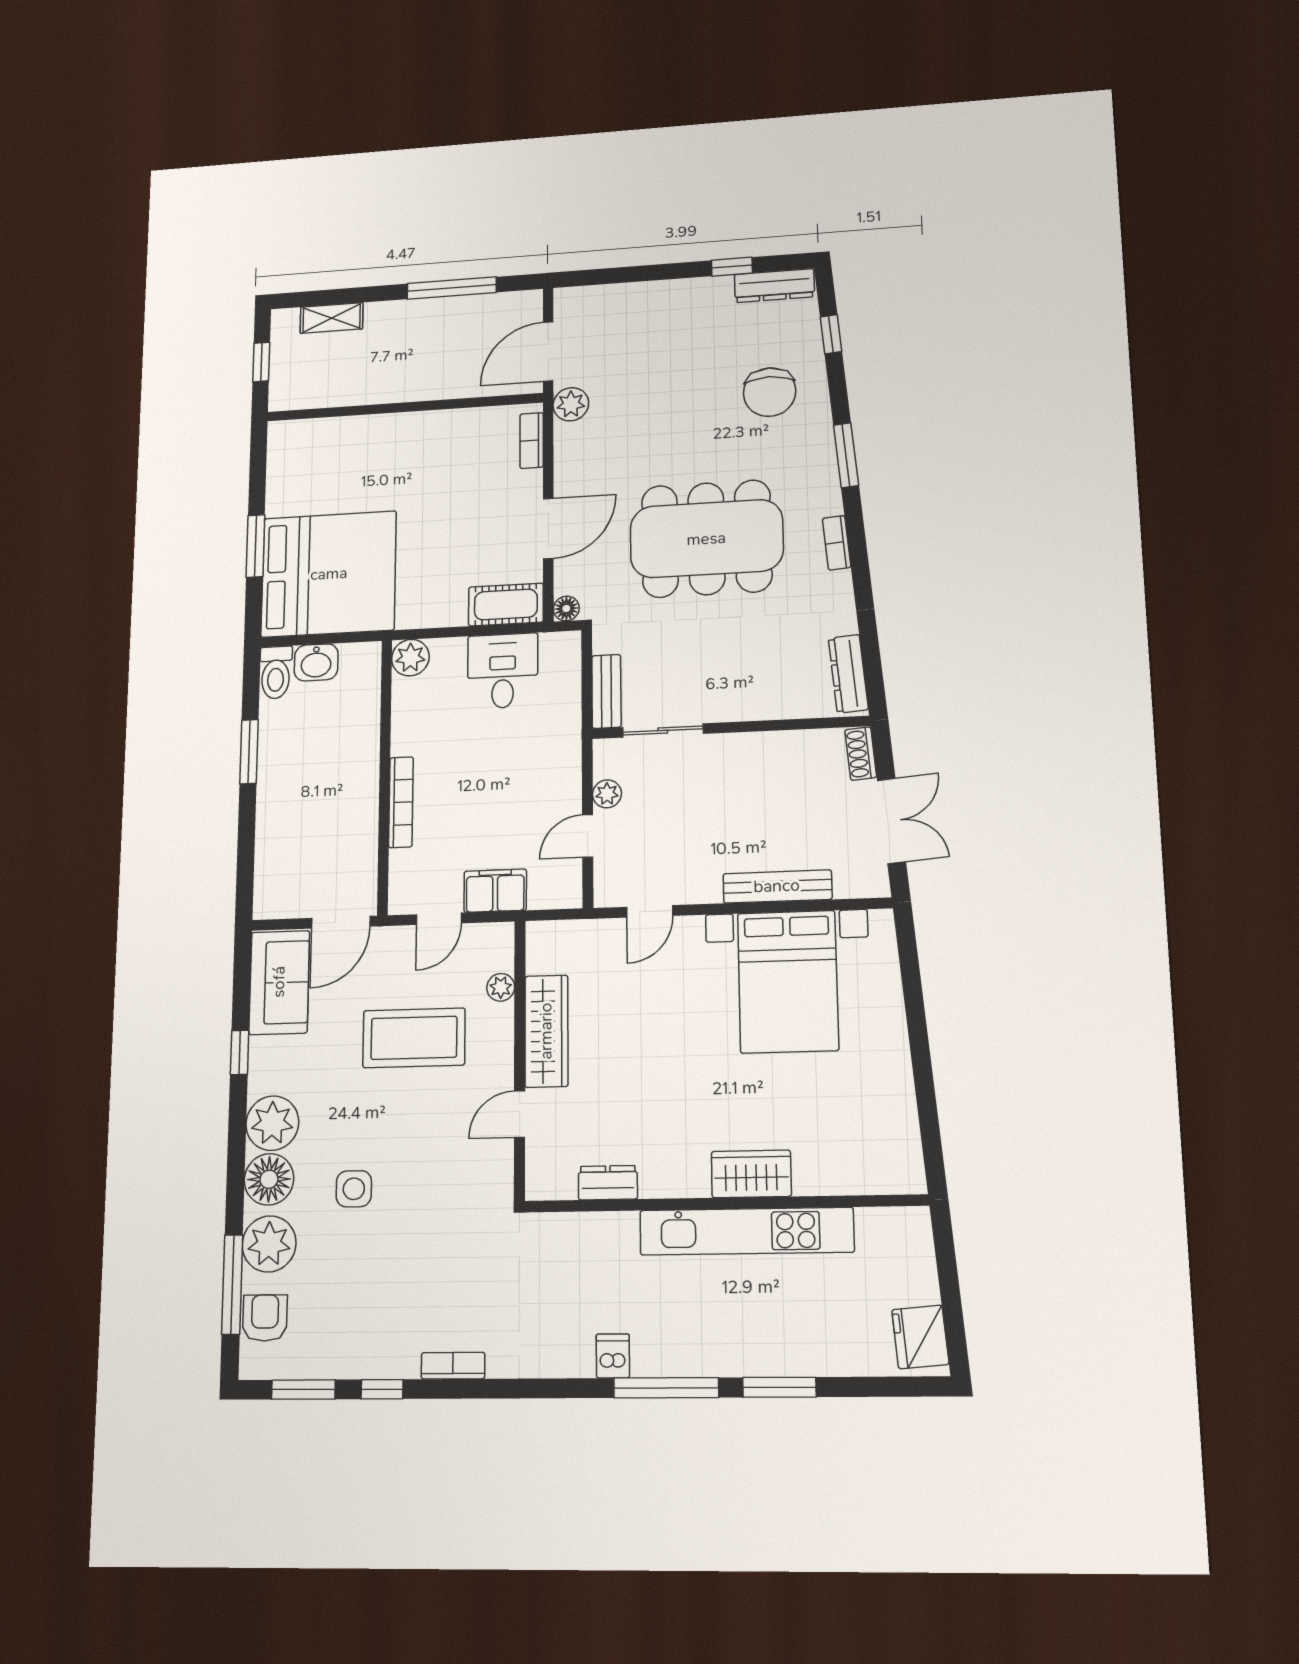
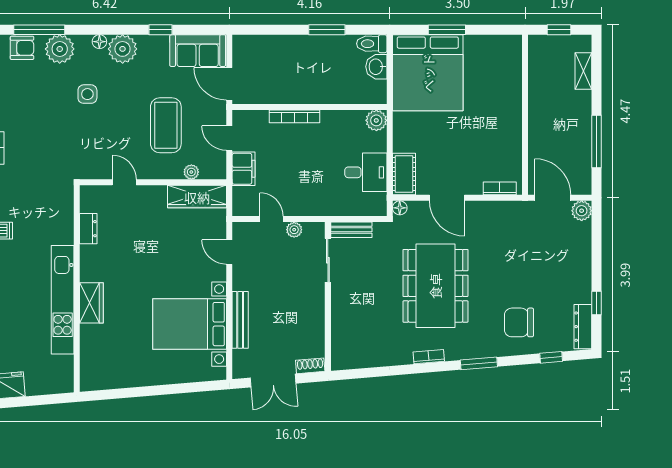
plant: (571, 404) -> (582, 211), moved
dresser: (848, 674) -> (354, 361), removed
wardrobe: (546, 1031) -> (197, 197), moved
floor lamp: (269, 1179) -> (99, 42), width x0.53, depth x0.53

